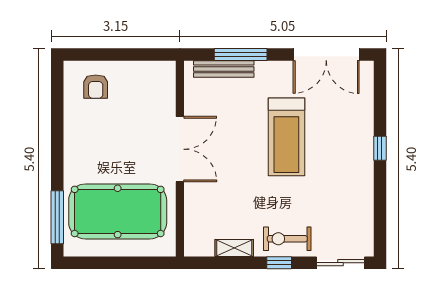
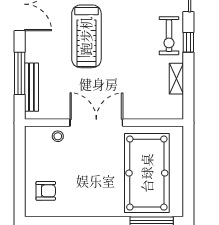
stool: (163, 101) -> (58, 136), added
treadmill: (286, 137) -> (86, 36), turned 90

